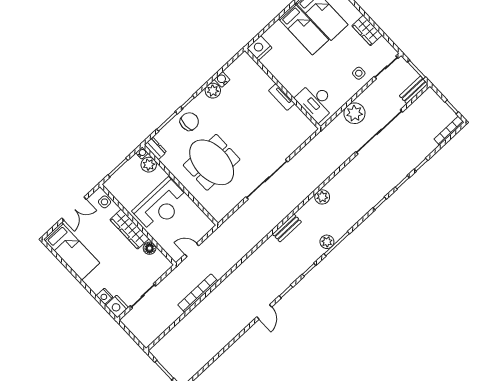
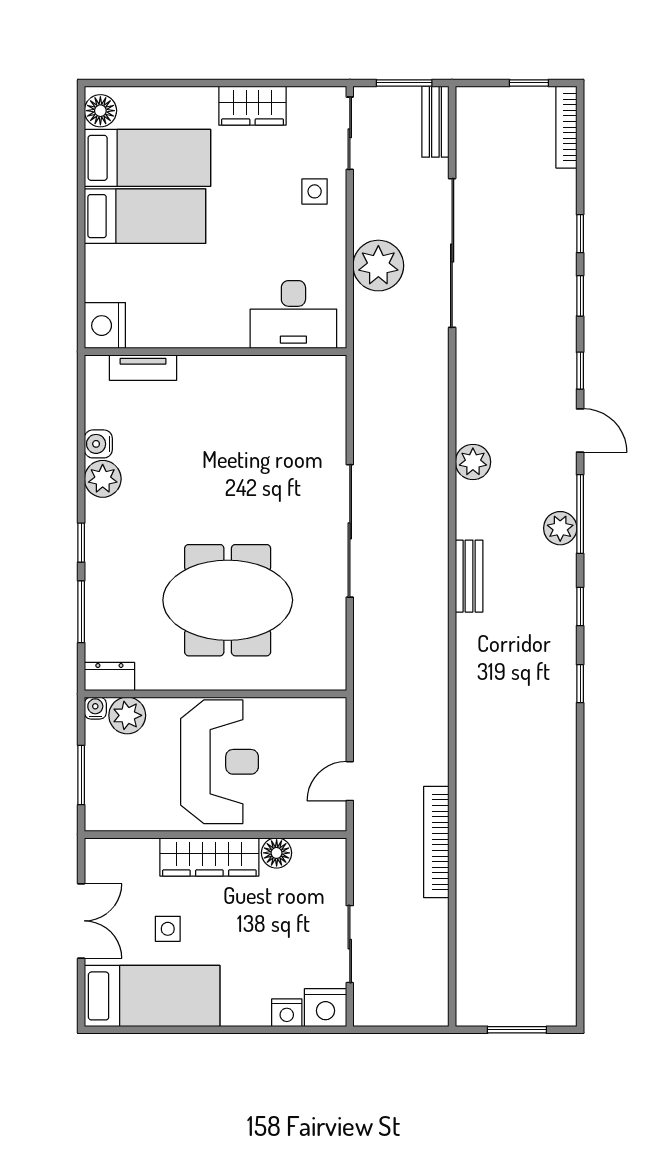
tv unit: (282, 97) -> (143, 368), moved
chair: (189, 122) -> (118, 572), removed
side table: (105, 202) -> (168, 929), moved
door: (264, 312) -> (580, 431), moved

